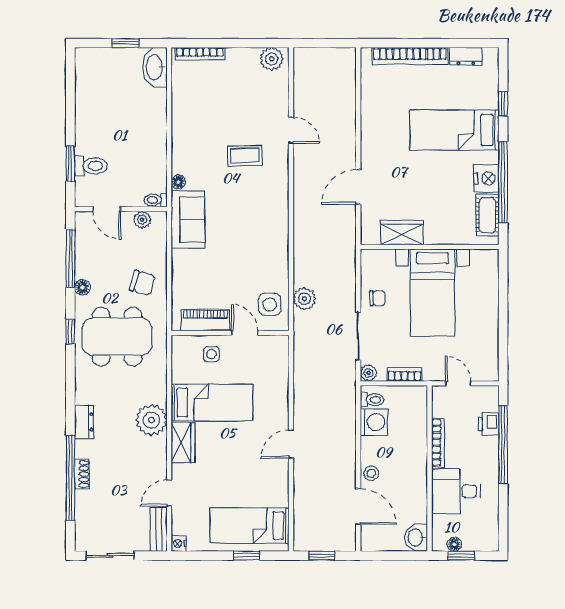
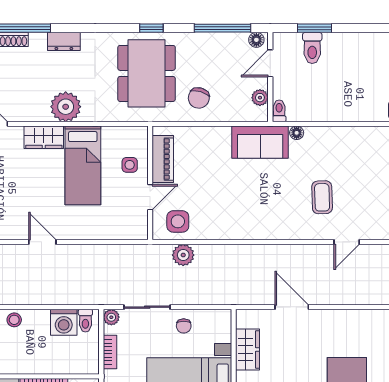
floor lamp: (82, 287) -> (256, 40), moved

